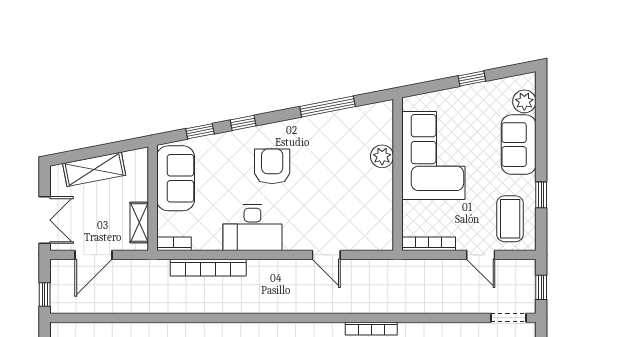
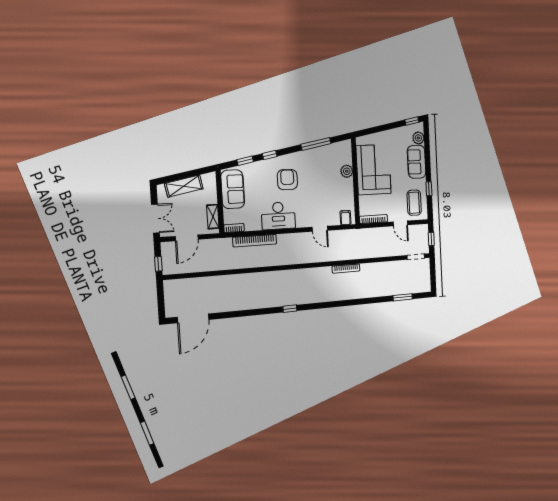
window: (472, 79) -> (412, 121), moved
filing cabinet: (375, 238) -> (346, 218), added

